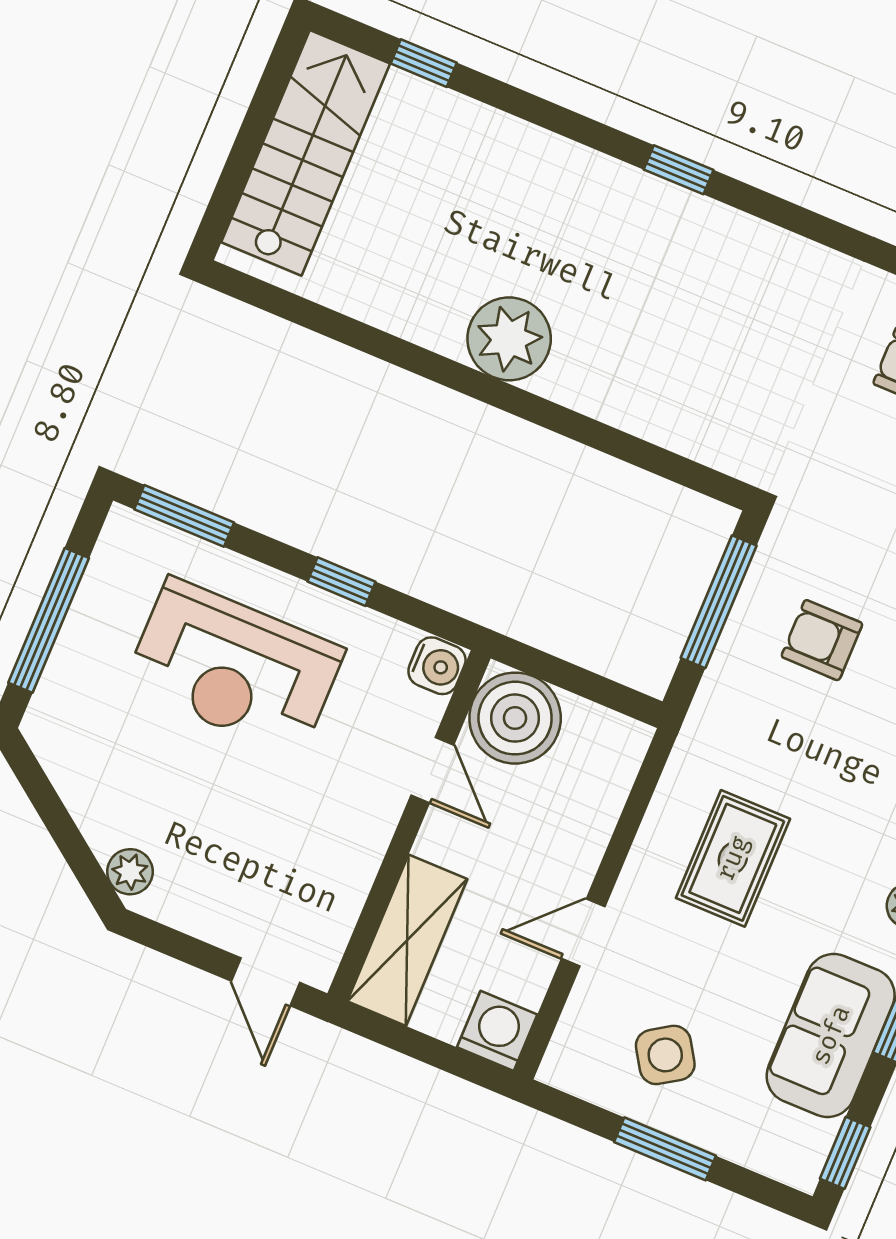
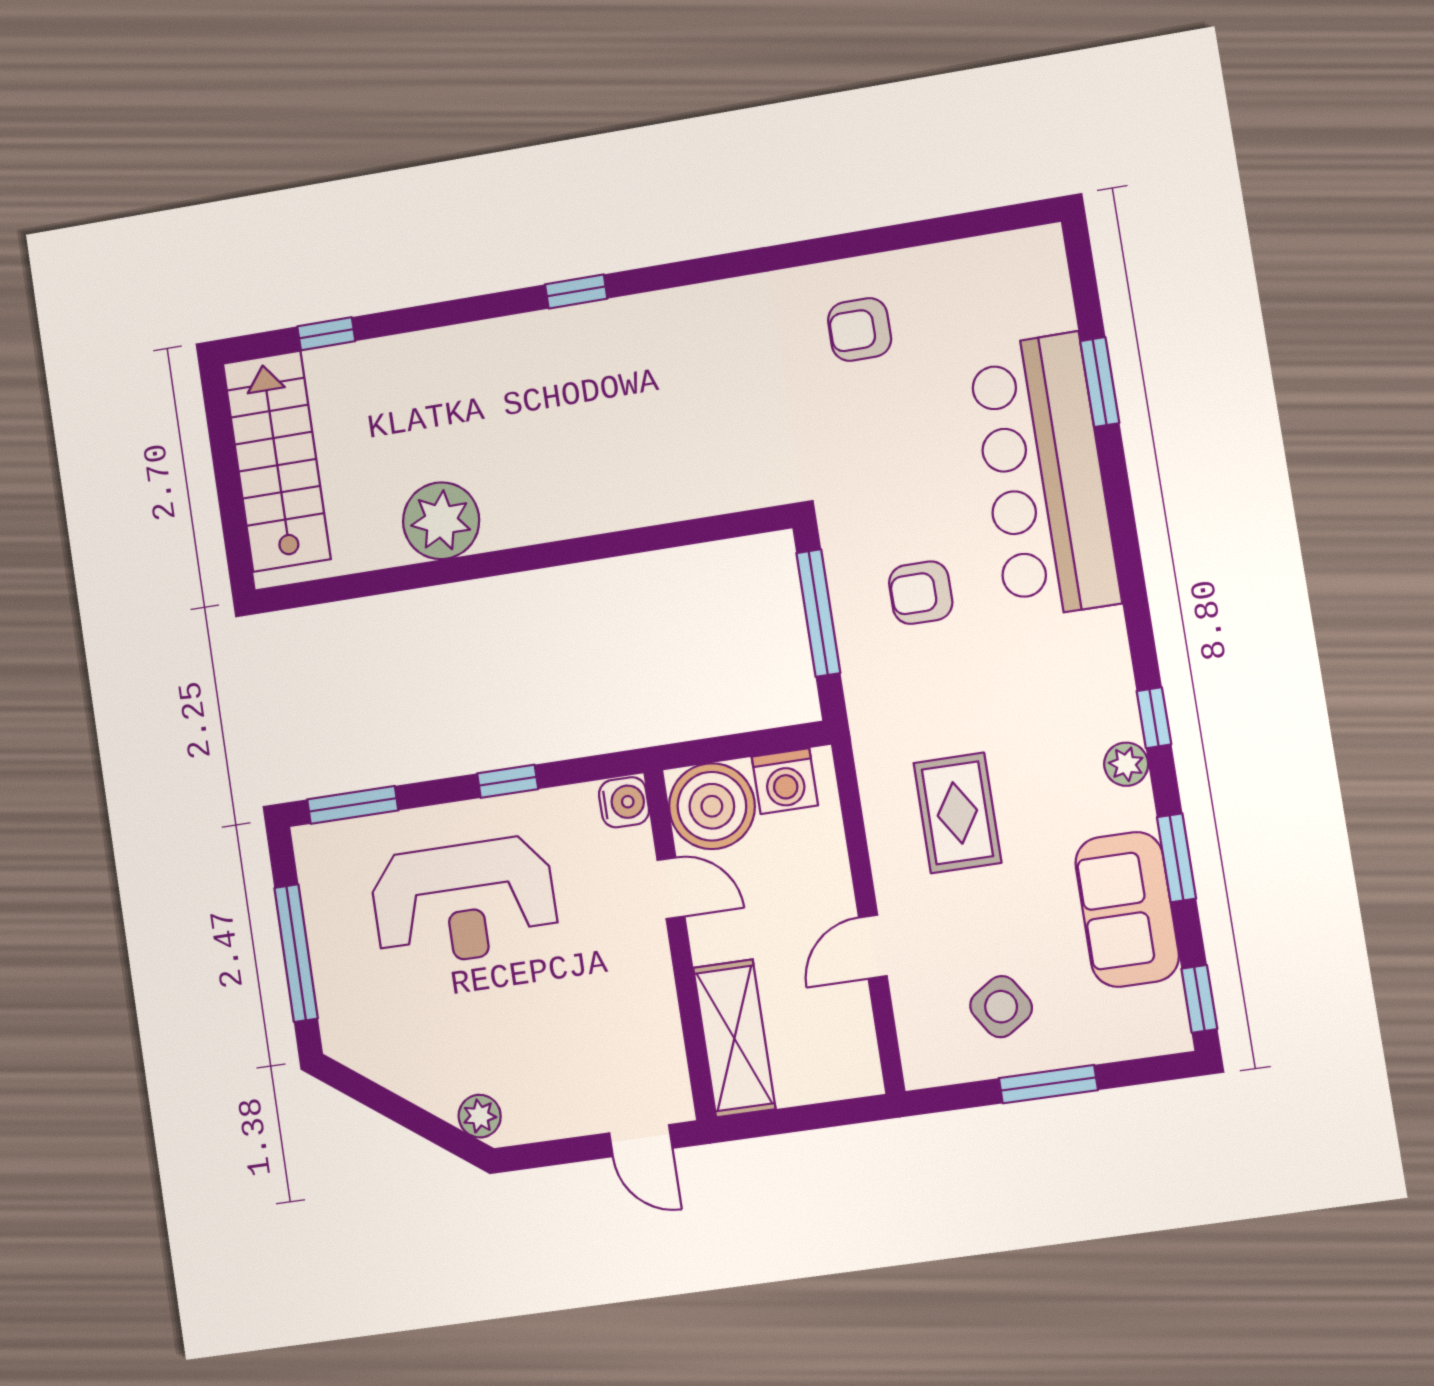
plant: (509, 339) -> (441, 521), moved
washing machine: (497, 1031) -> (785, 781), moved, turned 180

